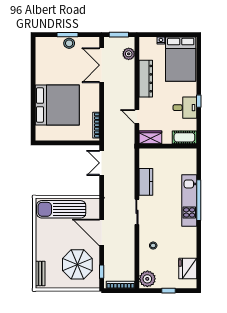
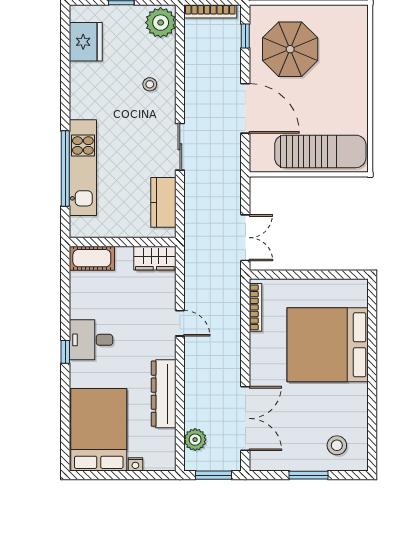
stool: (69, 43) -> (337, 445), moved
wardrobe: (150, 137) -> (155, 258), moved
cot: (184, 137) -> (92, 258), moved
wall: (168, 146) -> (123, 242), moved
bench: (40, 274) -> (359, 32), removed

